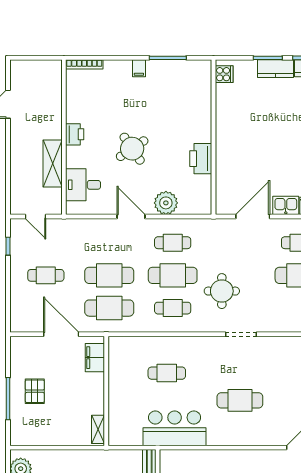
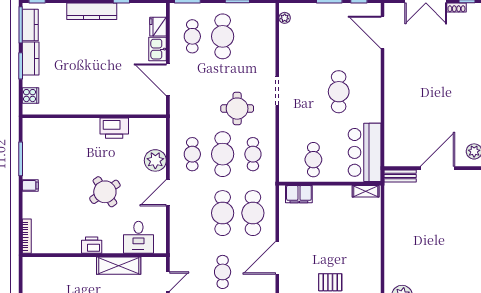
cooker: (224, 74) -> (31, 96), moved, turned 90
filing cabinet: (95, 358) -> (299, 194), moved
wall: (106, 391) -> (330, 184), moved
shelving: (98, 429) -> (366, 191), moved

